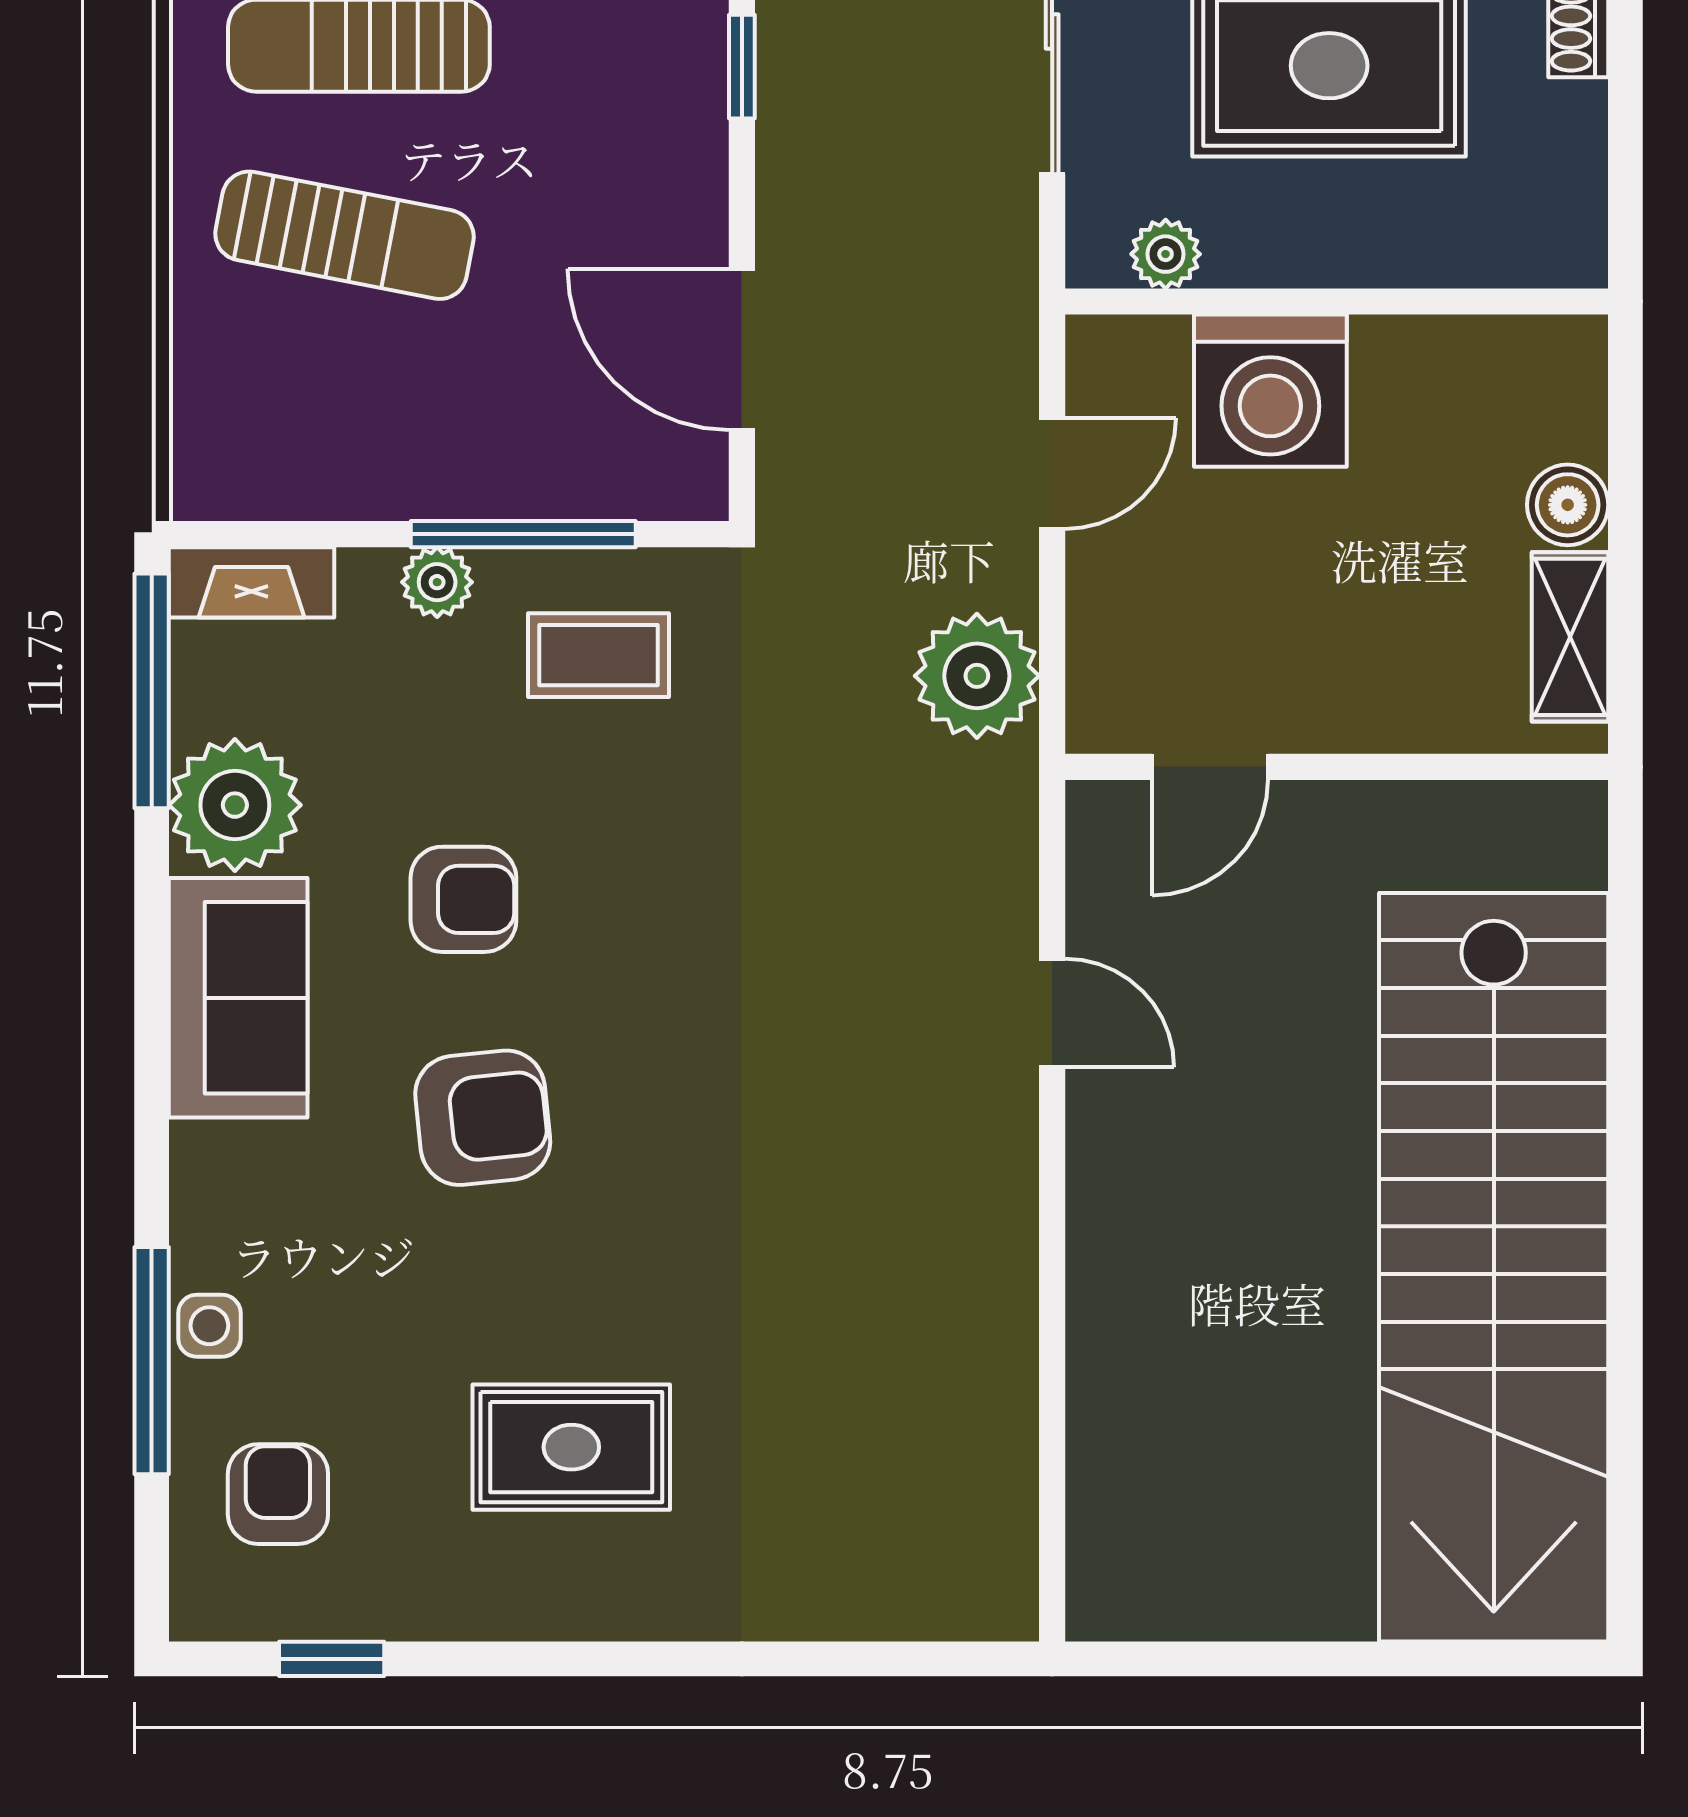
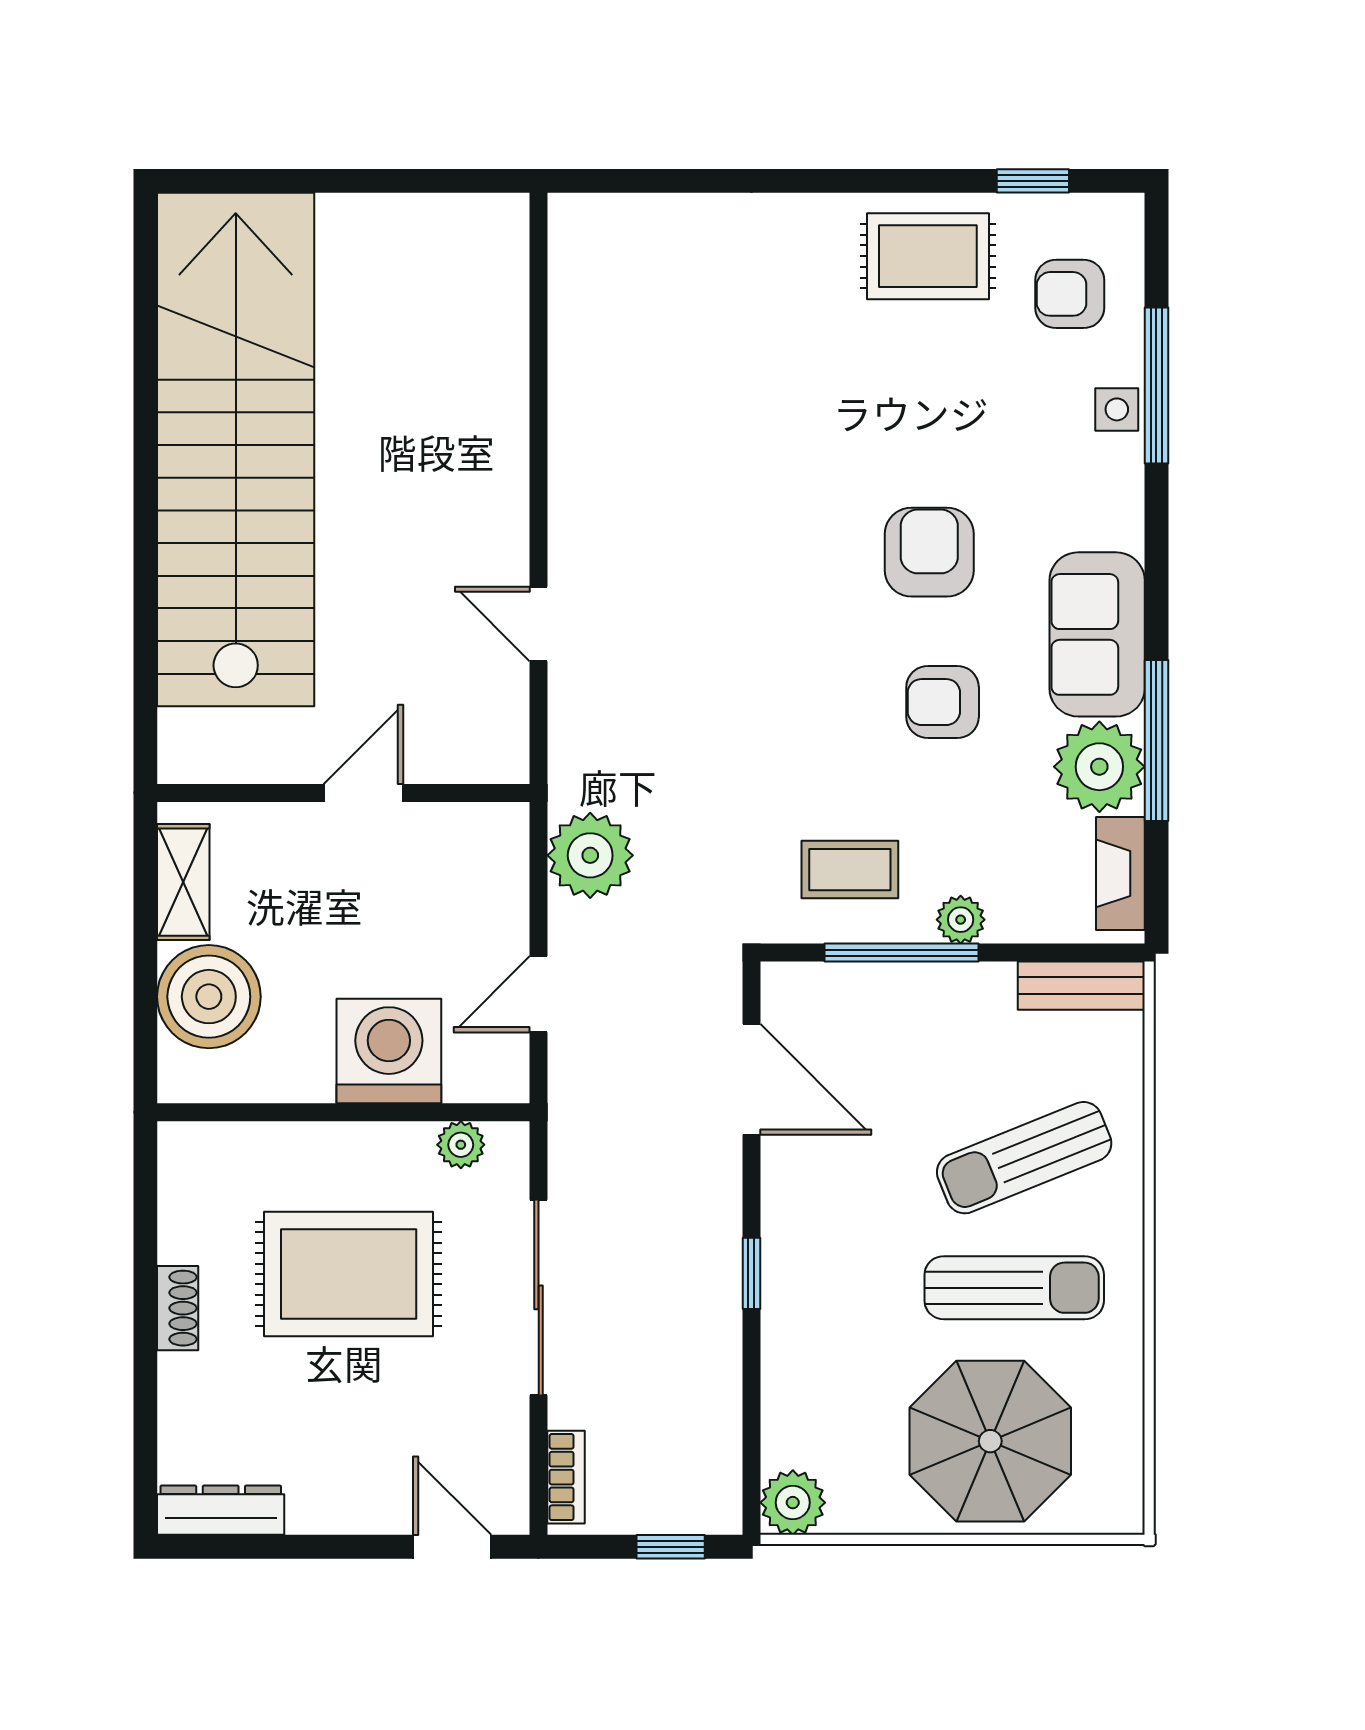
sun lounger: (344, 235) -> (1024, 1158), turned -33
bench: (261, 486) -> (1081, 986), added
boiler: (1568, 505) -> (209, 997), width x1.86, depth x1.86
fireplace: (251, 582) -> (1120, 873), moved, turned -90
window: (152, 691) -> (1156, 741), moved
door: (1210, 767) -> (363, 793), moved
armchair: (483, 1118) -> (929, 552), turned 96
rug: (571, 1447) -> (928, 256), moved
armchair: (278, 1494) -> (1070, 294), turned 90

